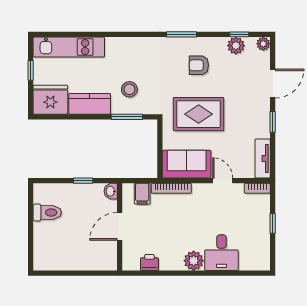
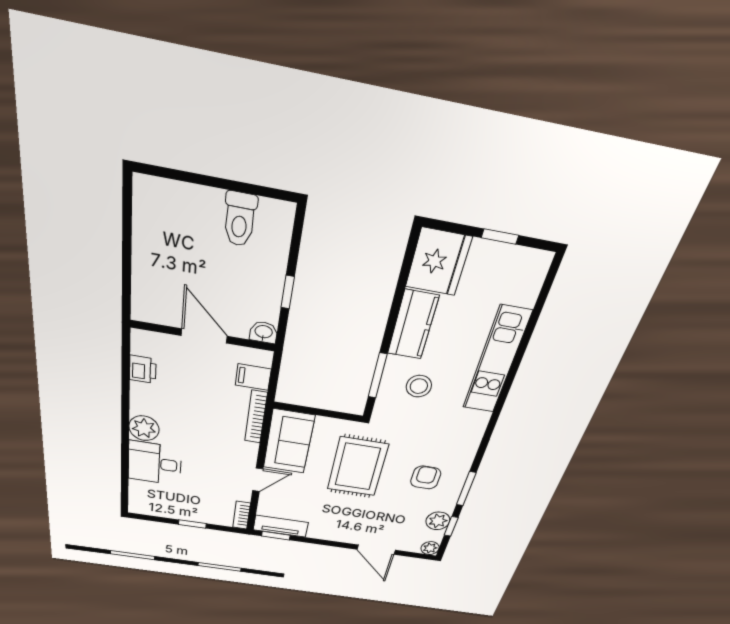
window: (181, 34) -> (466, 489), moved
kitchen unit: (69, 47) -> (496, 361), moved
window: (273, 122) -> (276, 536), moved

